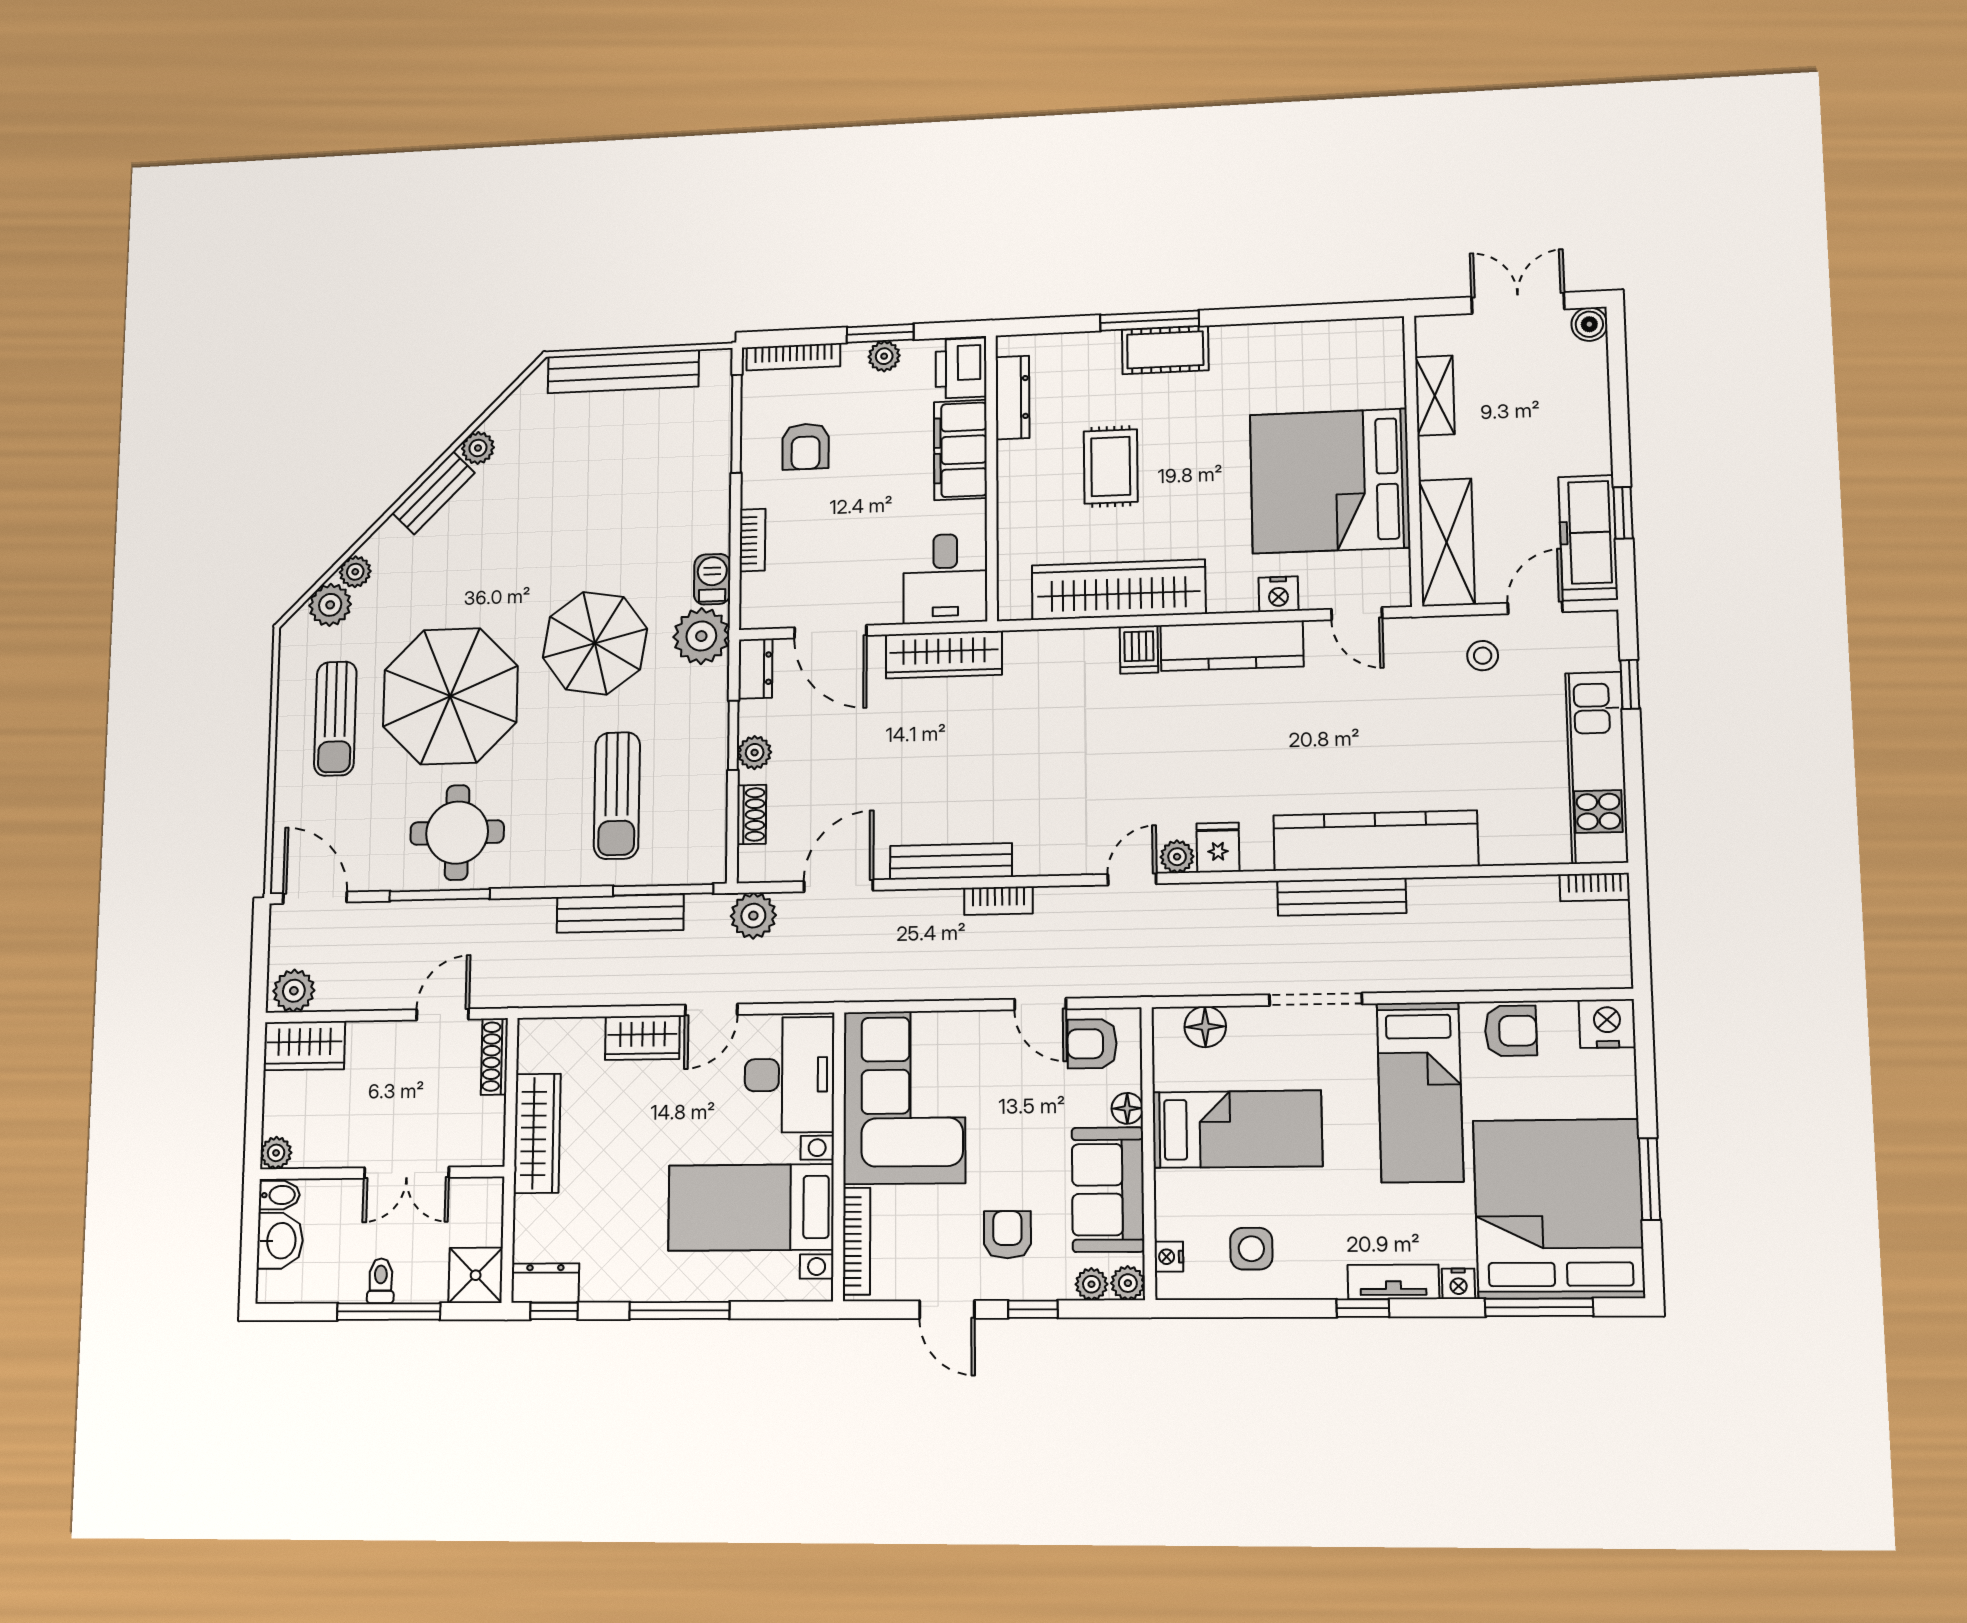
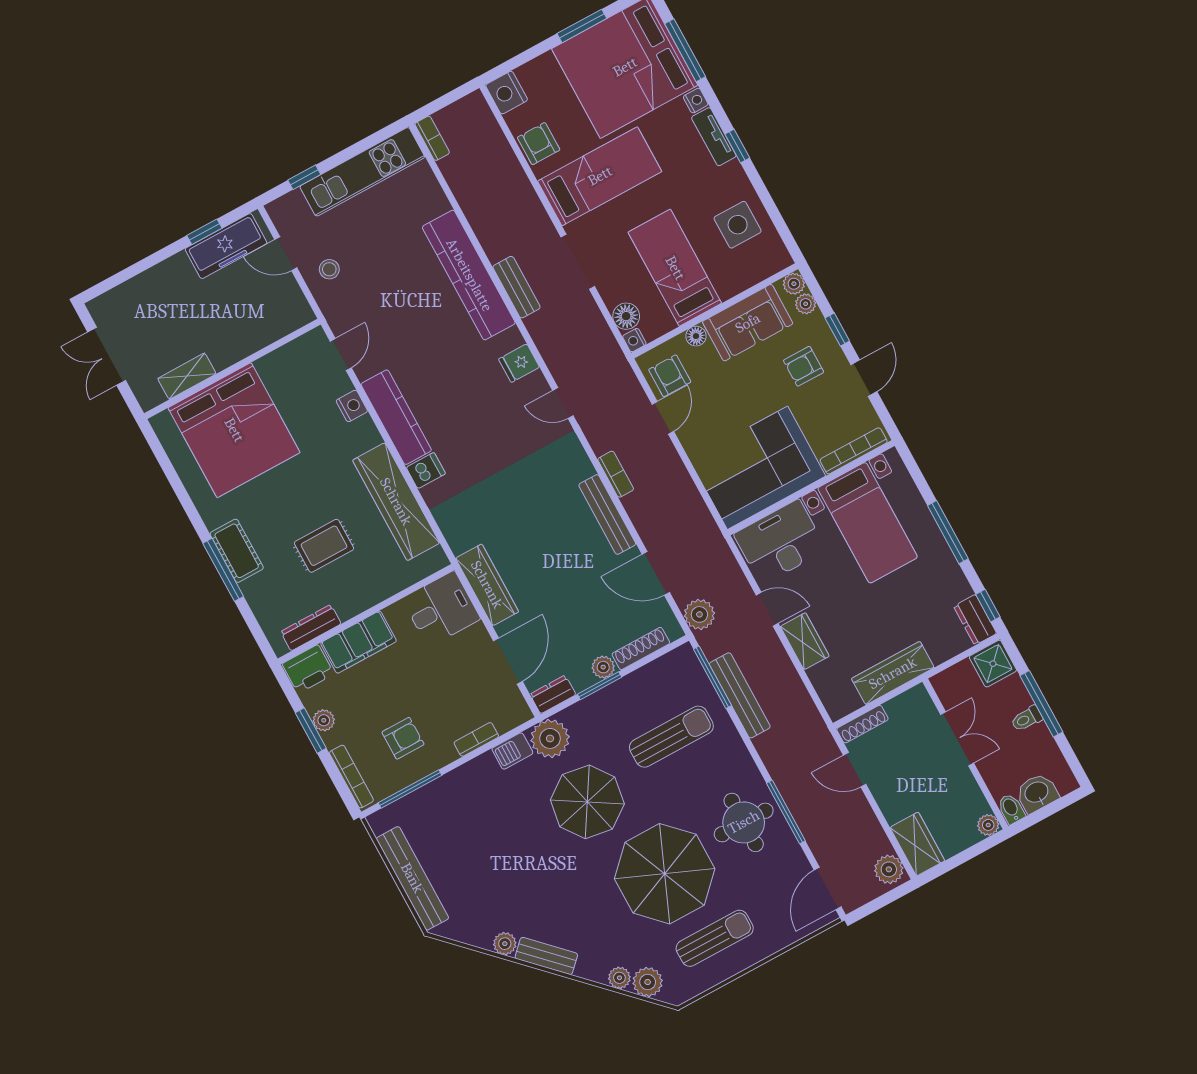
boiler: (1589, 324) -> (100, 308), removed
bed: (1330, 481) -> (234, 430), moved
shelving: (1447, 542) -> (272, 324), removed
shoe rack: (752, 815) -> (641, 649), width x1.43
plant: (1177, 857) -> (537, 384), removed
bench: (1342, 897) -> (516, 287), width x0.73
armchair: (1092, 1044) -> (670, 376), turned 180
side table: (1251, 1249) -> (738, 225), width x1.37, depth x1.37
nightstand: (1169, 1257) -> (634, 340), moved, turned 90

